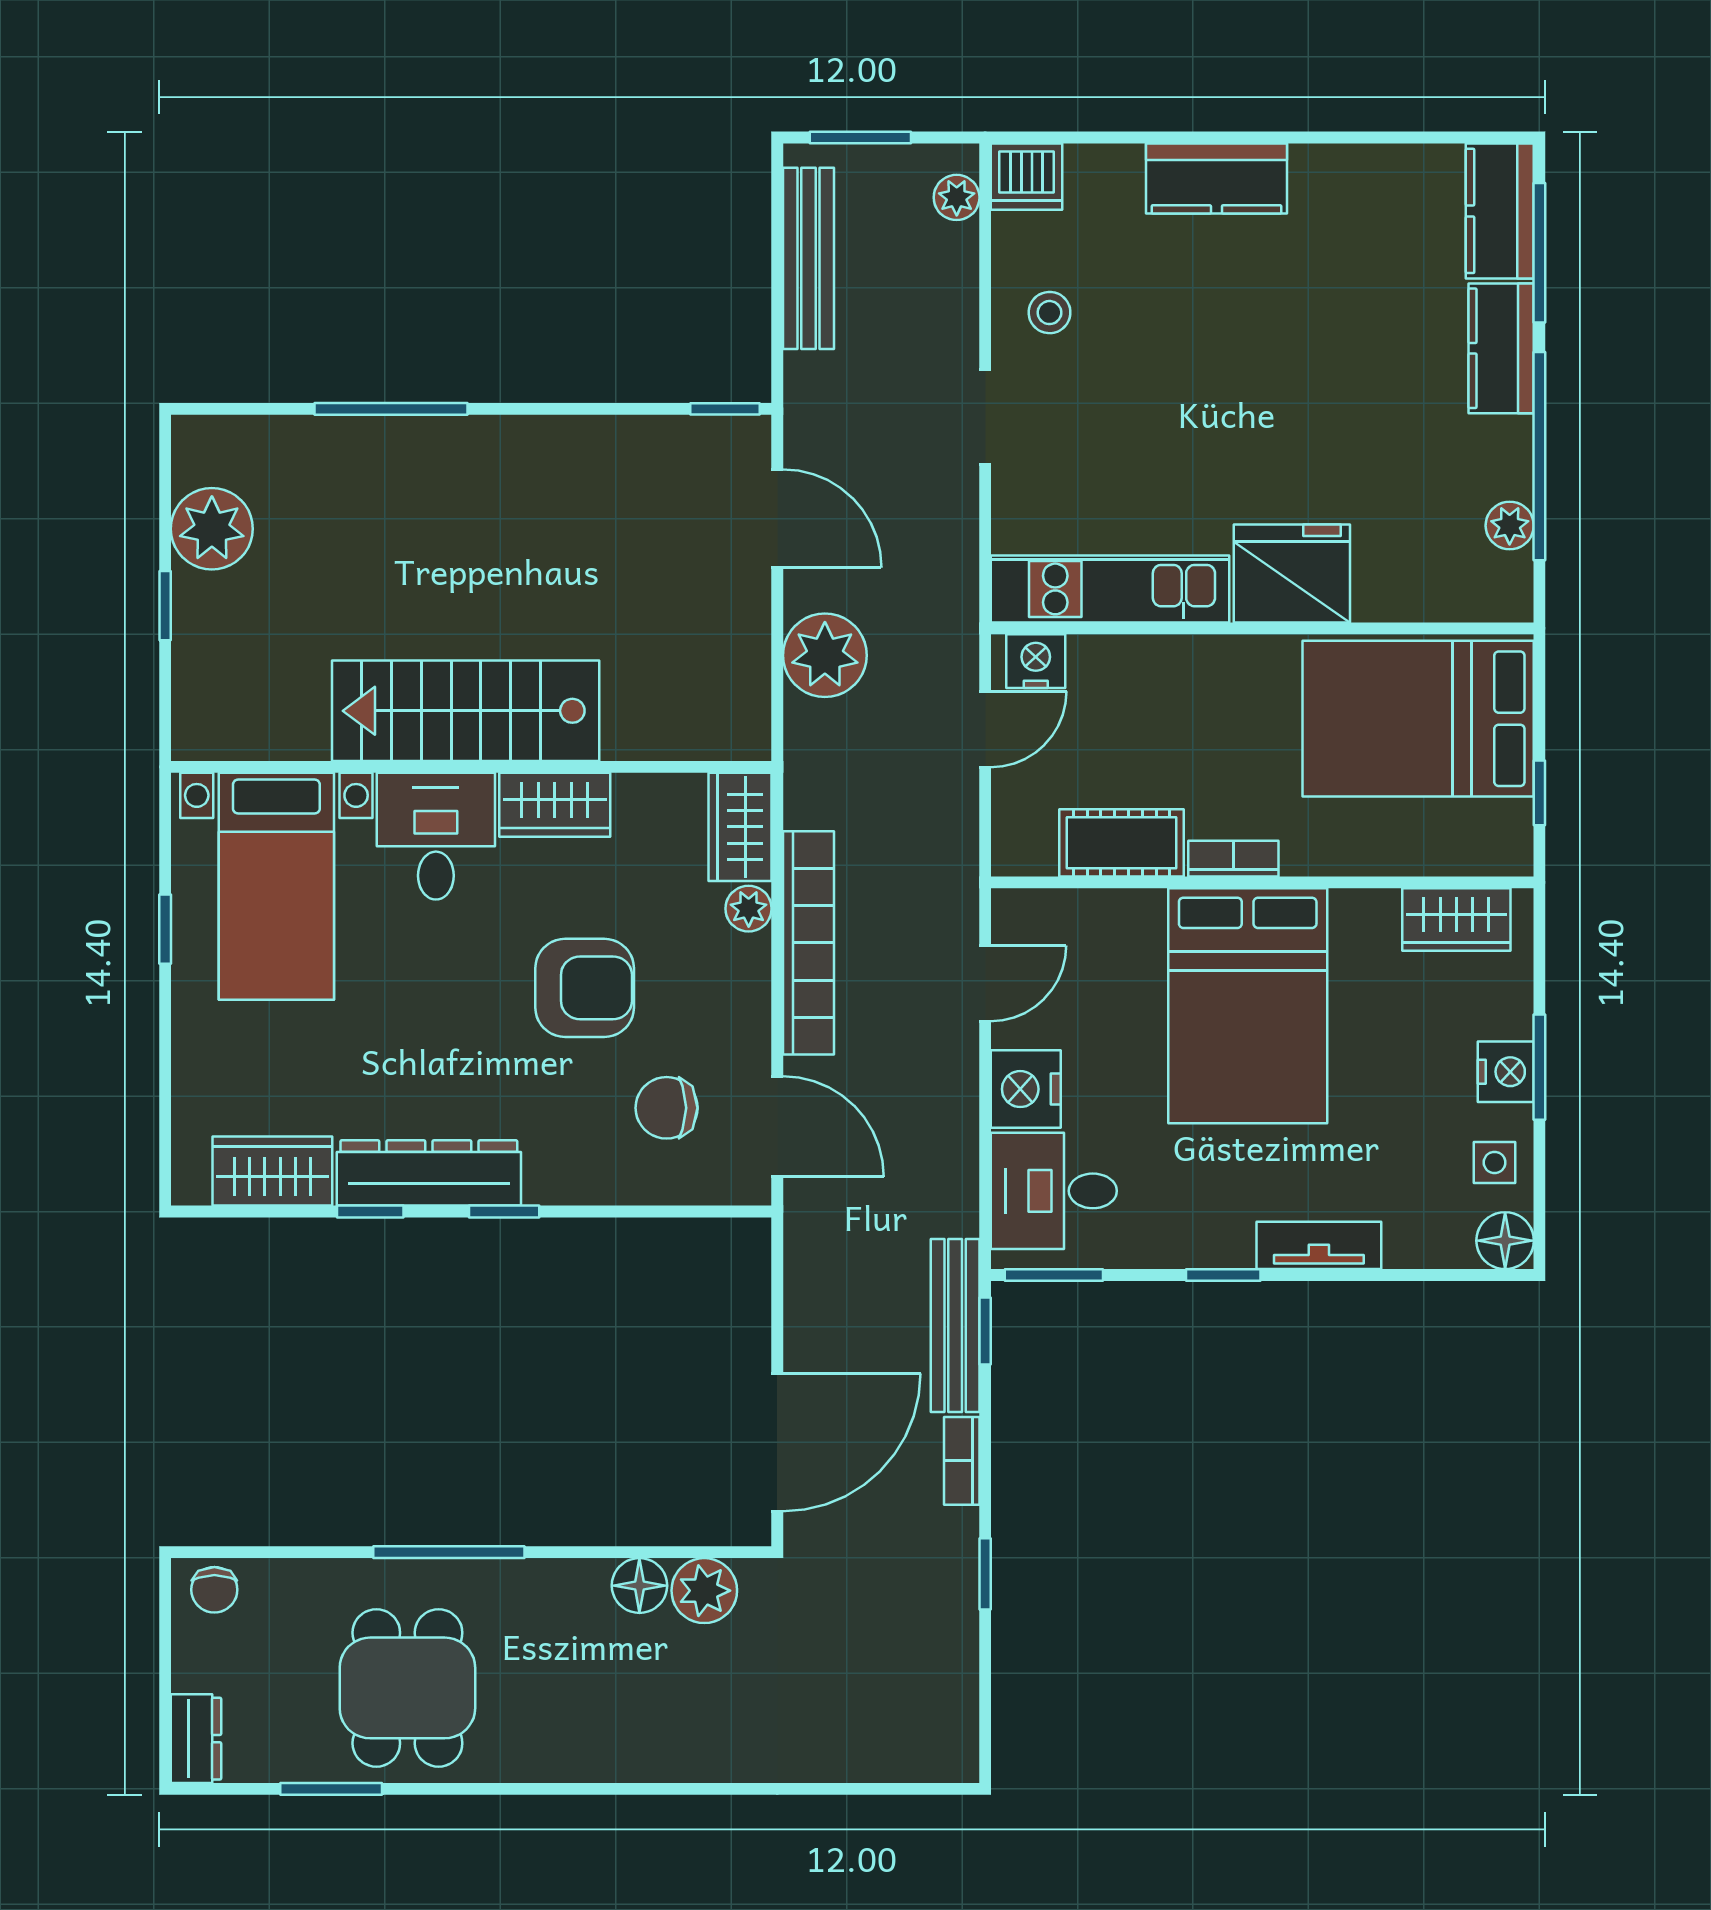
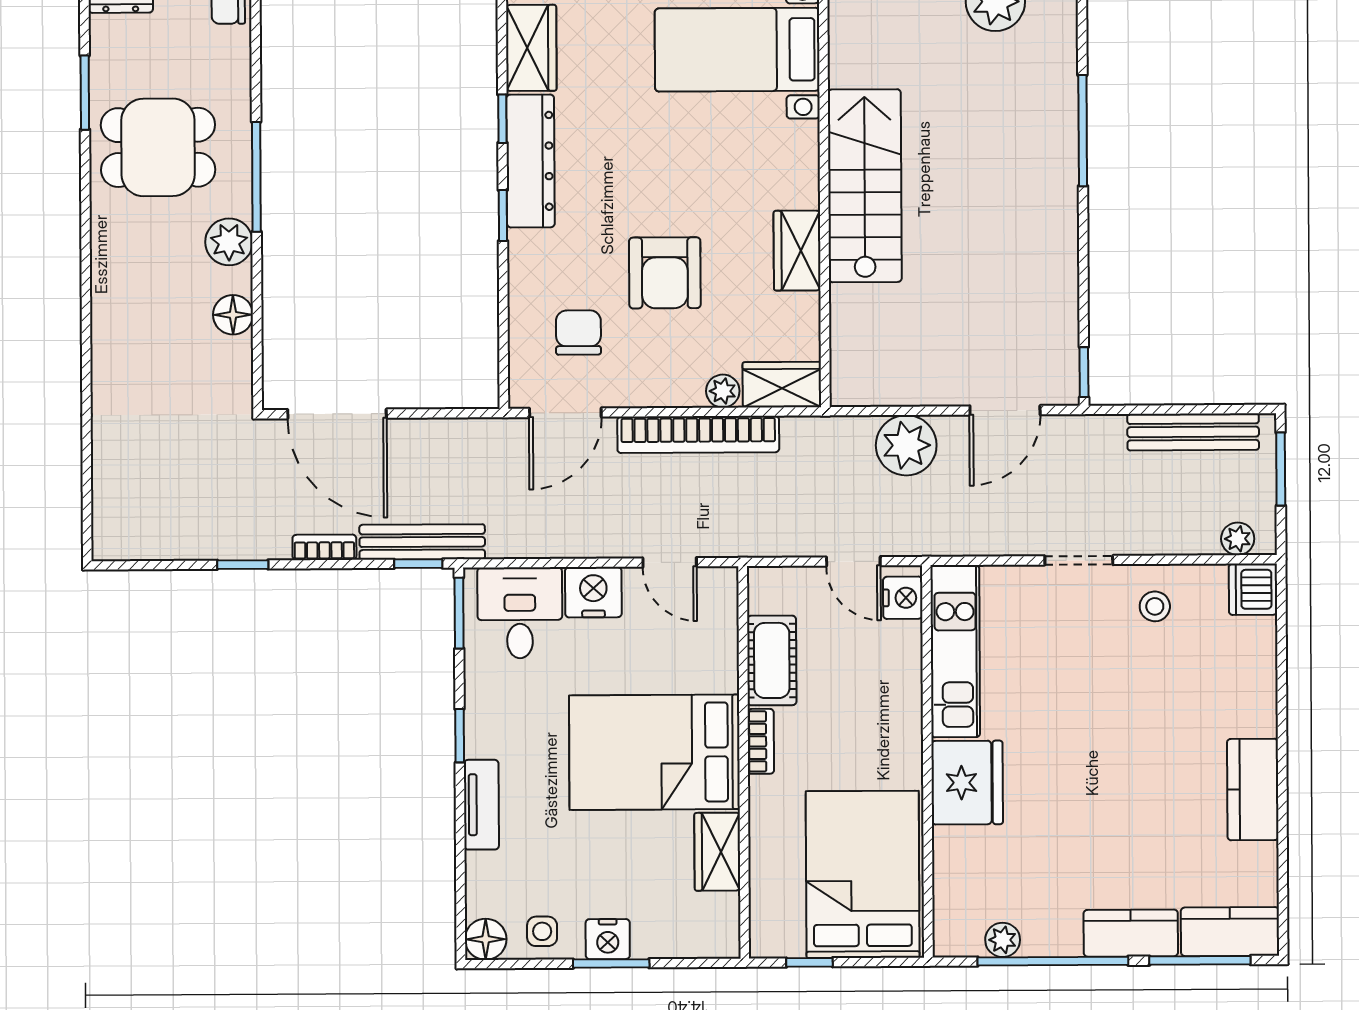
kitchen counter: (1216, 178) -> (1253, 789), moved
desk: (436, 836) -> (774, 165), removed
wardrobe: (1456, 919) -> (717, 852), moved
plant: (704, 1591) -> (229, 242), moved

